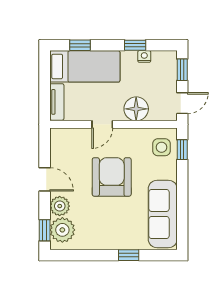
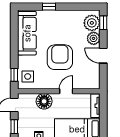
armchair: (112, 177) -> (60, 57), turned 180

